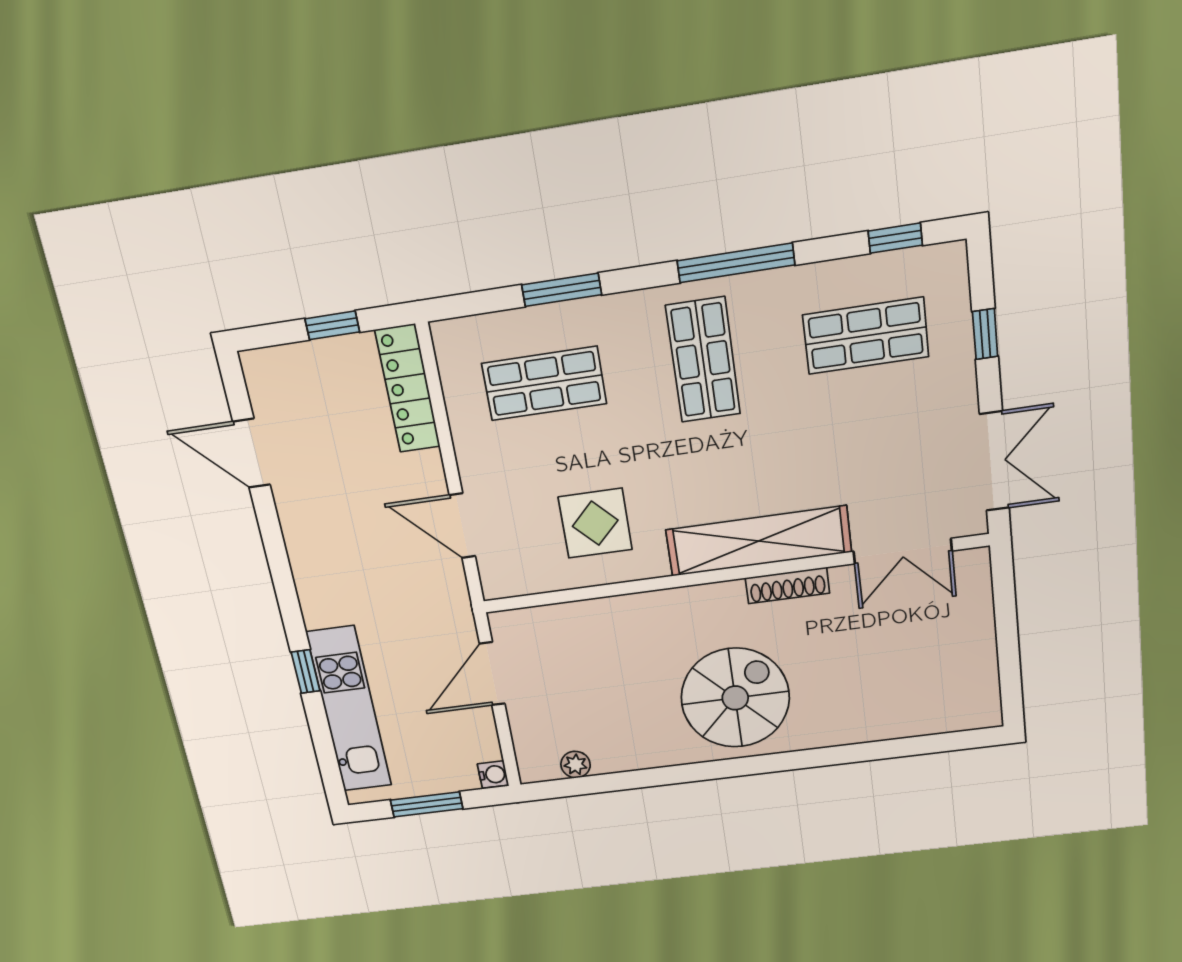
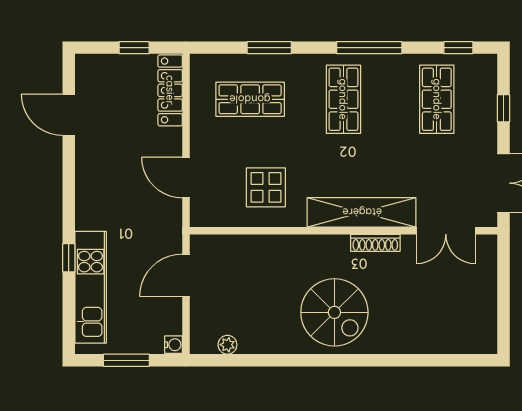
shop shelf: (866, 336) -> (437, 99), turned 90
spiral stairs: (735, 698) -> (334, 312), turned 90

